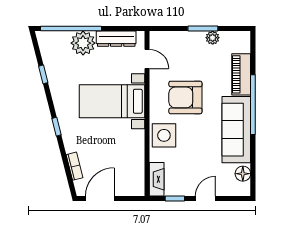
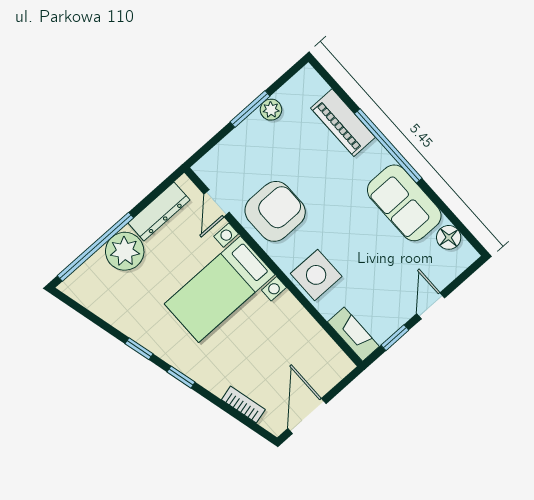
door: (147, 59) -> (217, 203), swing flipped
window: (43, 74) -> (139, 349), moved
armchair: (185, 97) -> (275, 211), moved, turned 180
sofa: (236, 130) -> (404, 203), width x0.73

